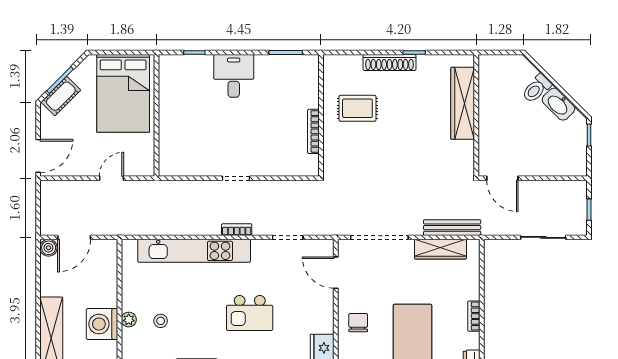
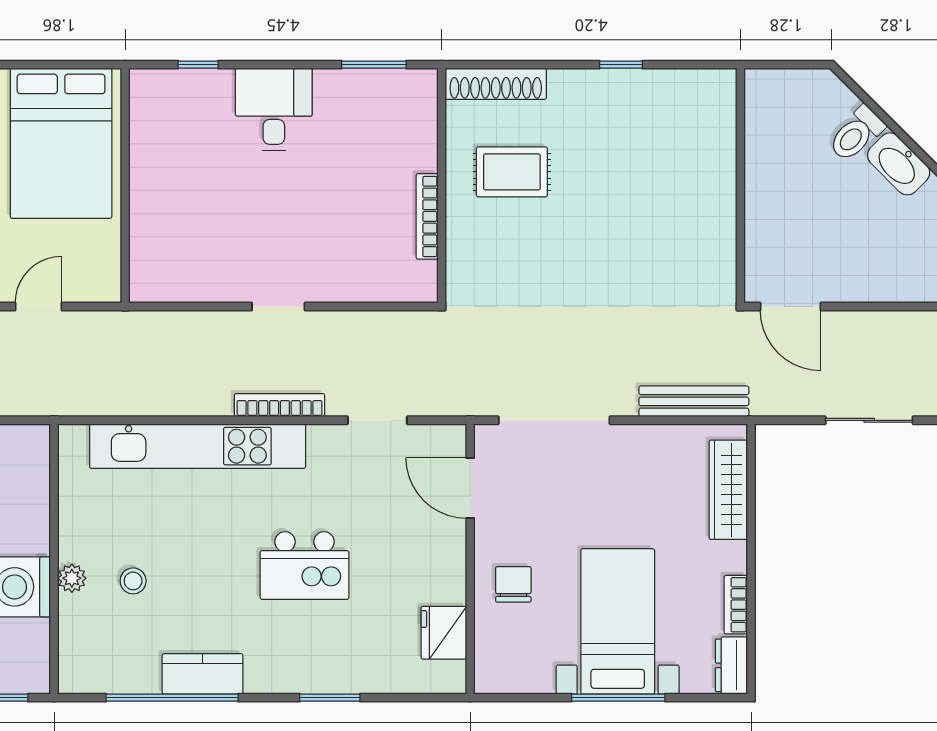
shoe rack: (390, 62) -> (496, 84), moved
wardrobe: (463, 103) -> (714, 162), removed
bookcase: (237, 230) -> (280, 405), width x1.56
wardrobe: (440, 249) -> (728, 490), moved, turned 90
bookcase: (474, 316) -> (736, 605), moved

